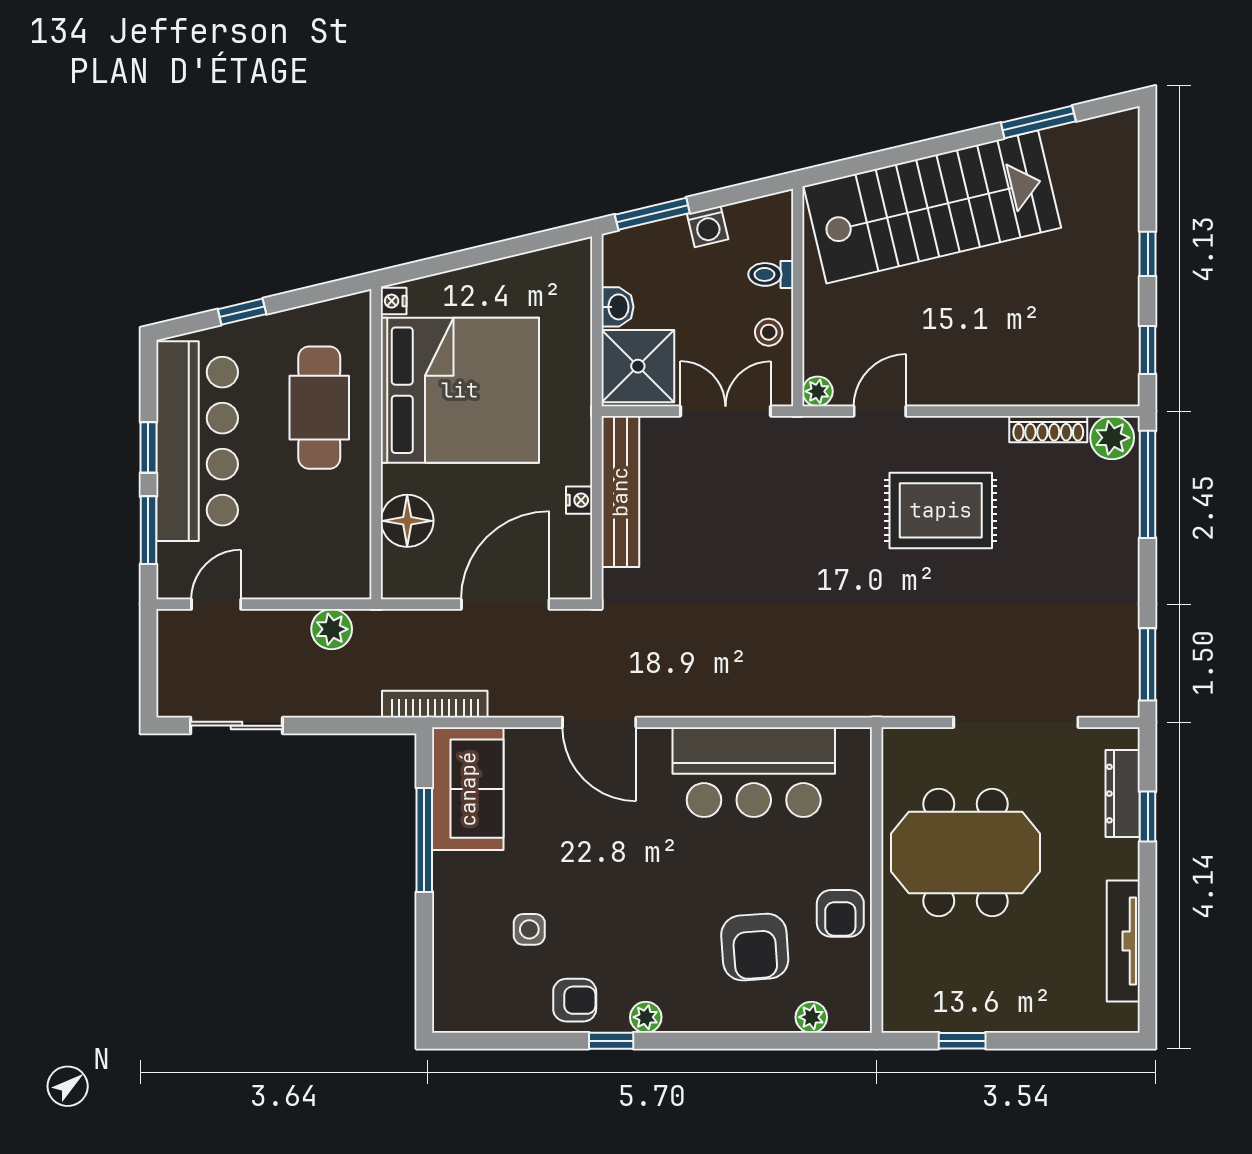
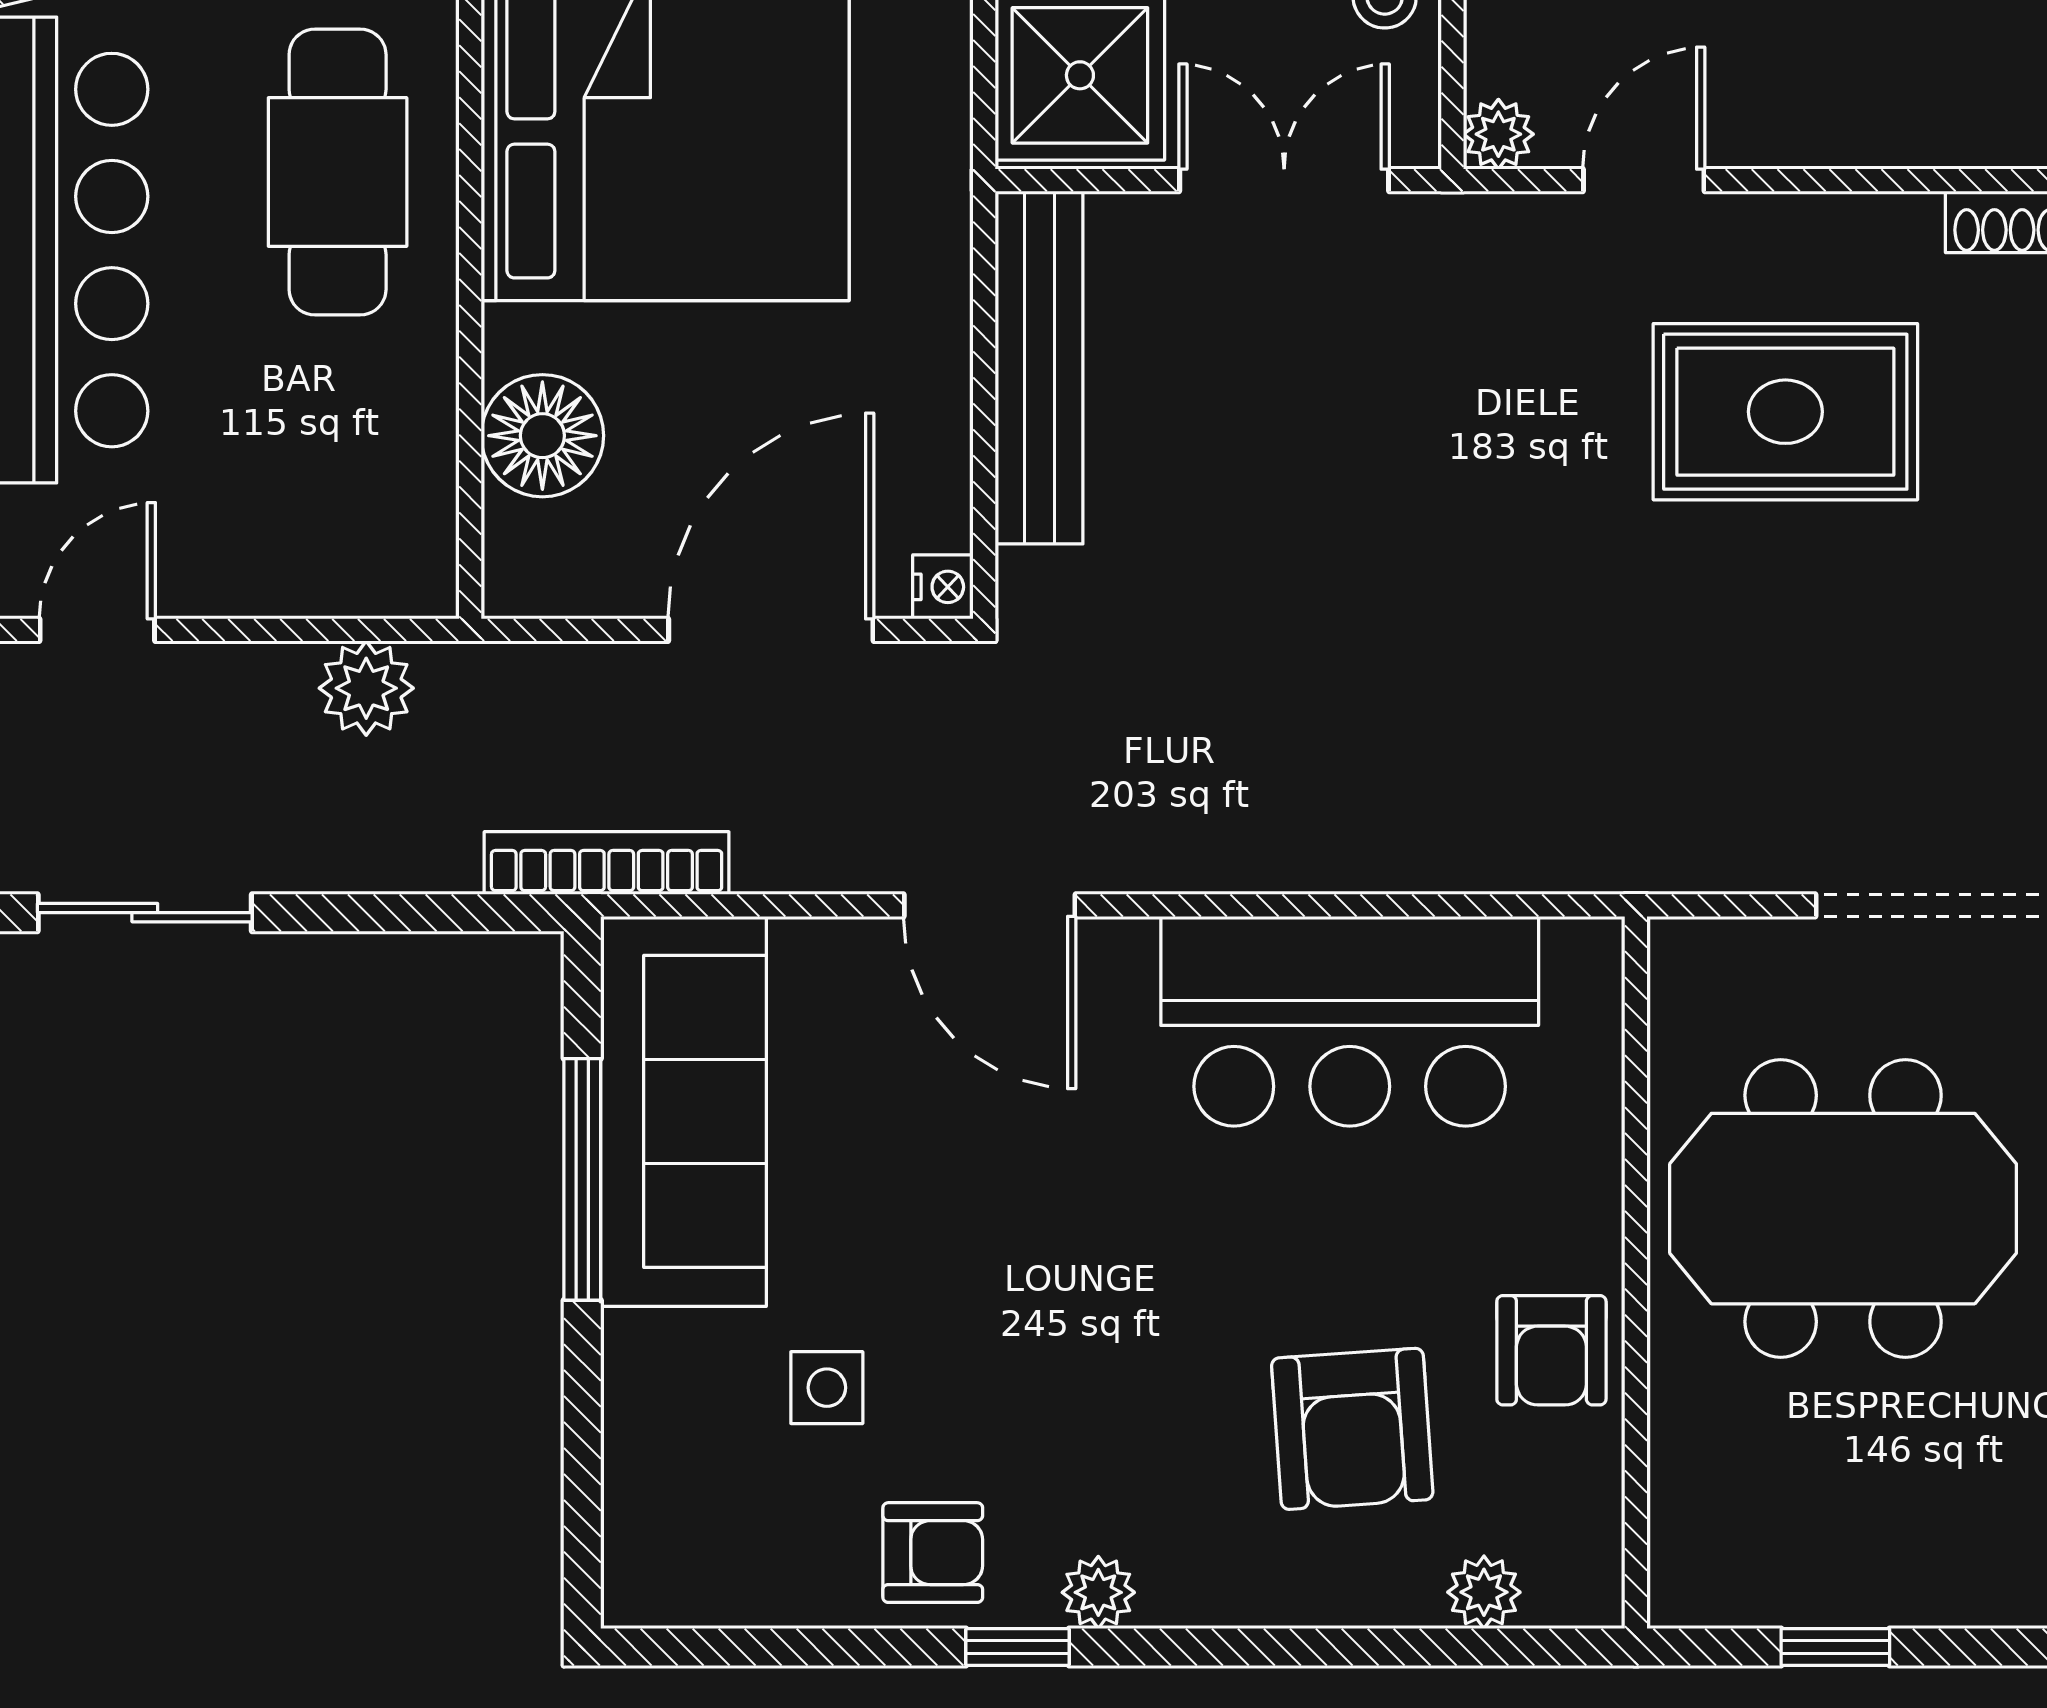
nightstand: (579, 500) -> (943, 587), moved
sofa: (468, 789) -> (683, 1111), width x1.36

